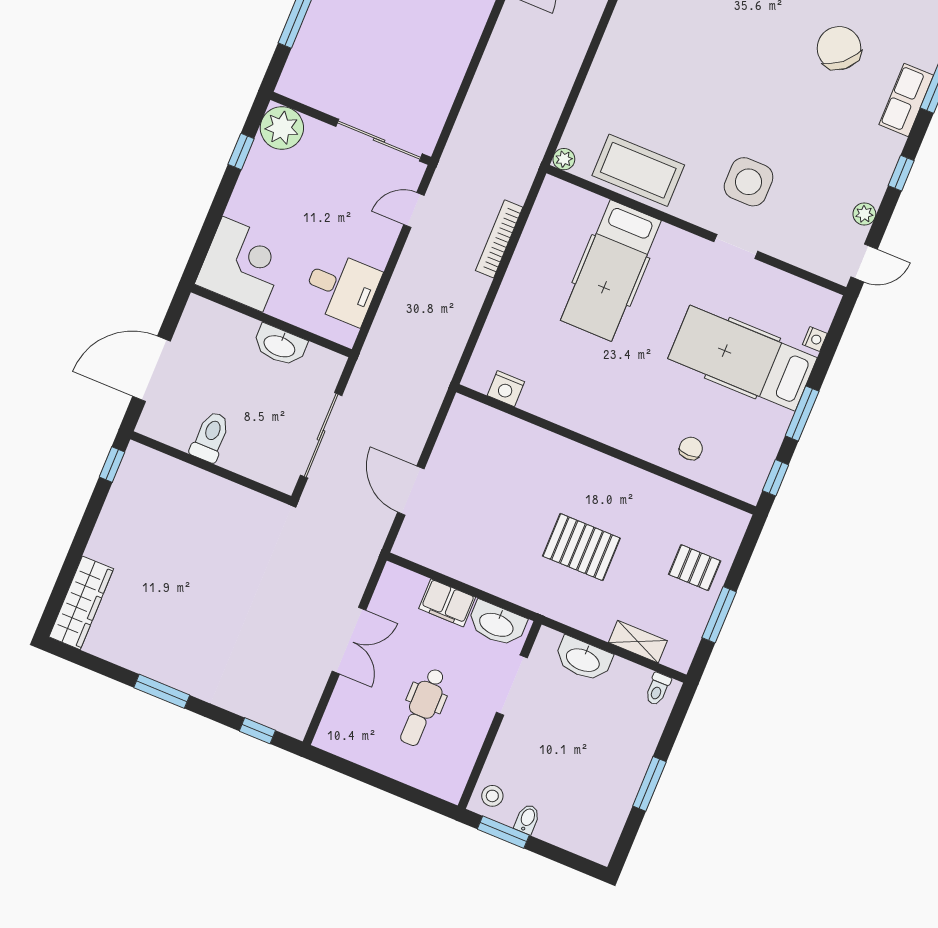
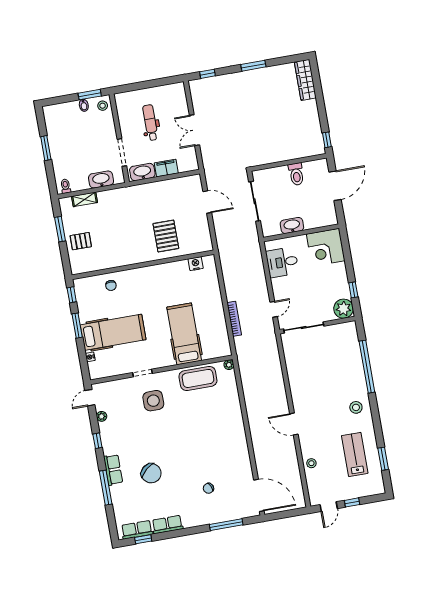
pallet: (581, 547) -> (166, 236), moved, turned 90

